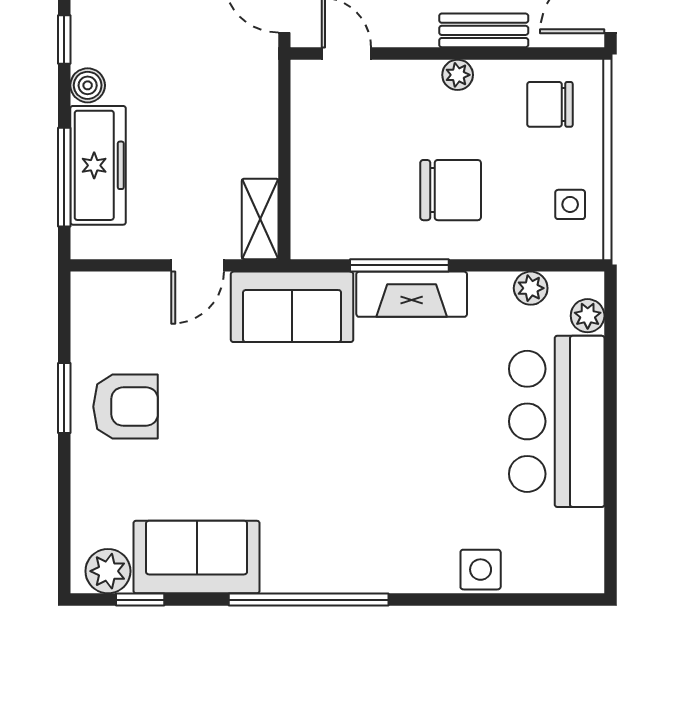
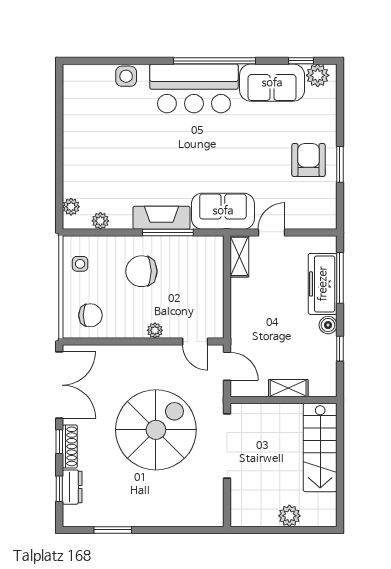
bench: (484, 30) -> (124, 353), removed
plant: (458, 75) -> (155, 330), moved
armchair: (126, 407) -> (309, 160), turned 90
bar counter: (557, 421) -> (194, 88), moved, turned 90

